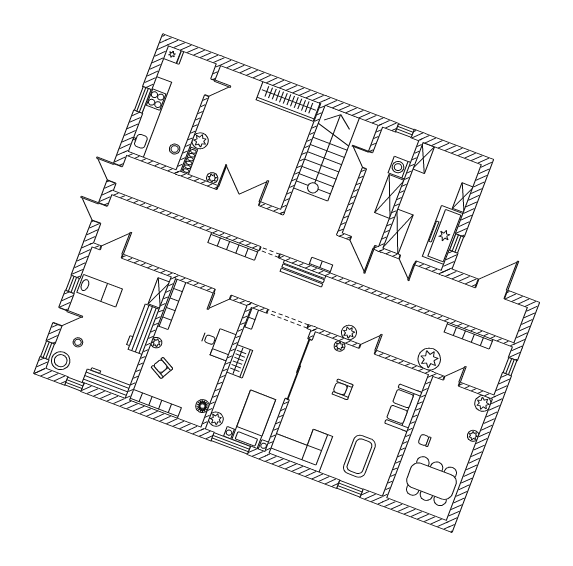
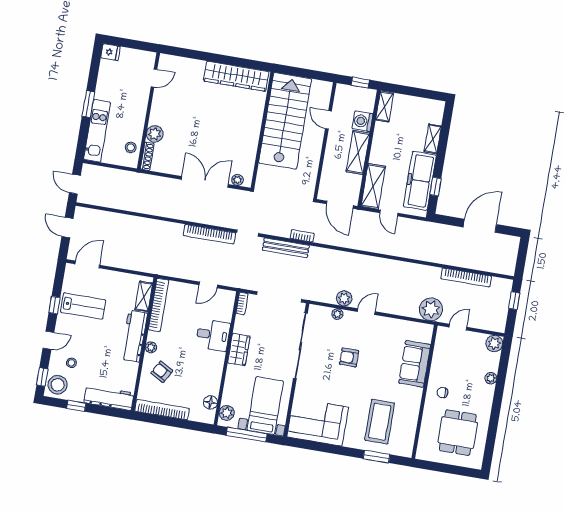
kitchen unit: (150, 117) -> (97, 131), width x0.73
plant: (212, 178) -> (237, 180), moved
dining table: (431, 481) -> (458, 433), width x0.73

